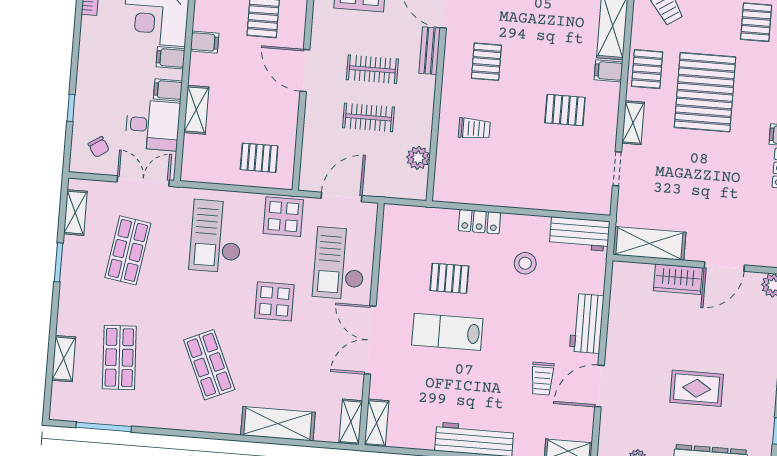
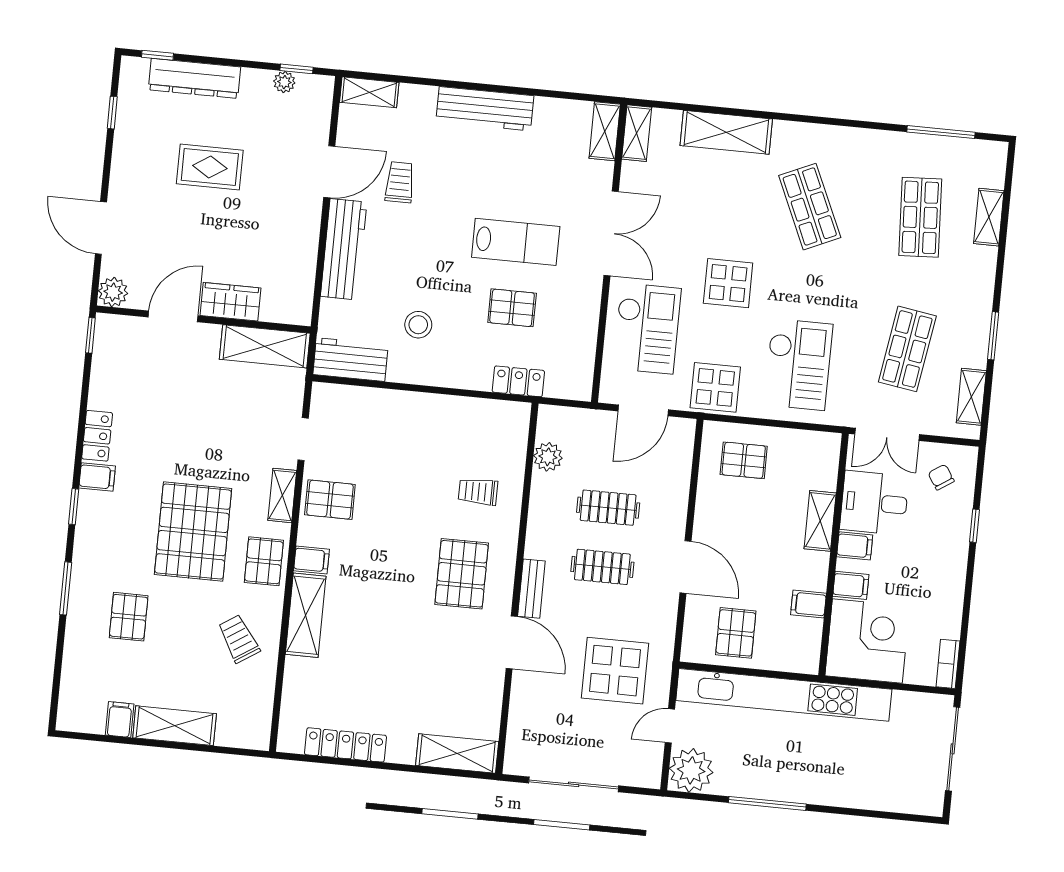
pallet: (486, 62) -> (462, 574), width x1.50, depth x1.42
pallet: (565, 110) -> (330, 500), moved
locker: (479, 222) -> (518, 381), moved
workbench: (587, 323) -> (344, 249), width x1.38

